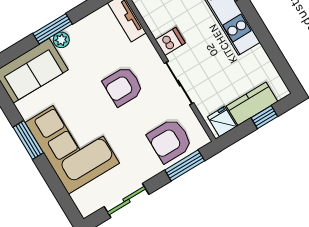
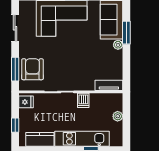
window: (52, 29) -> (126, 33), moved
armchair: (123, 86) -> (75, 62), removed
kitchen counter: (252, 104) -> (40, 139), moved, turned -90

